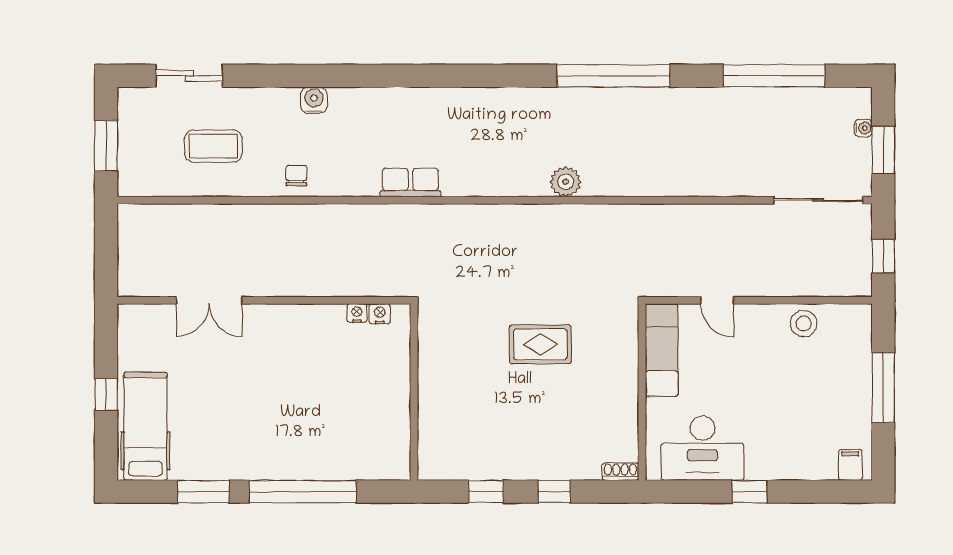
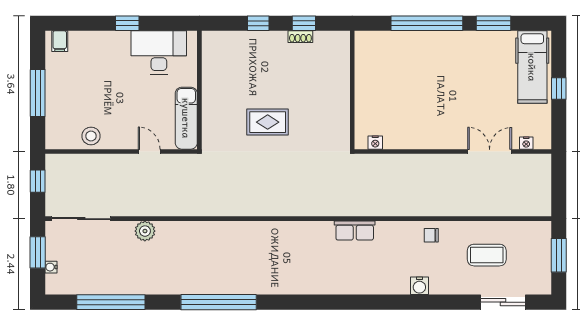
chair: (296, 176) -> (431, 235), turned 90
plant: (566, 182) -> (145, 231), moved
nightstand: (357, 313) -> (526, 143), moved
shoe rack: (620, 472) -> (300, 37), moved

